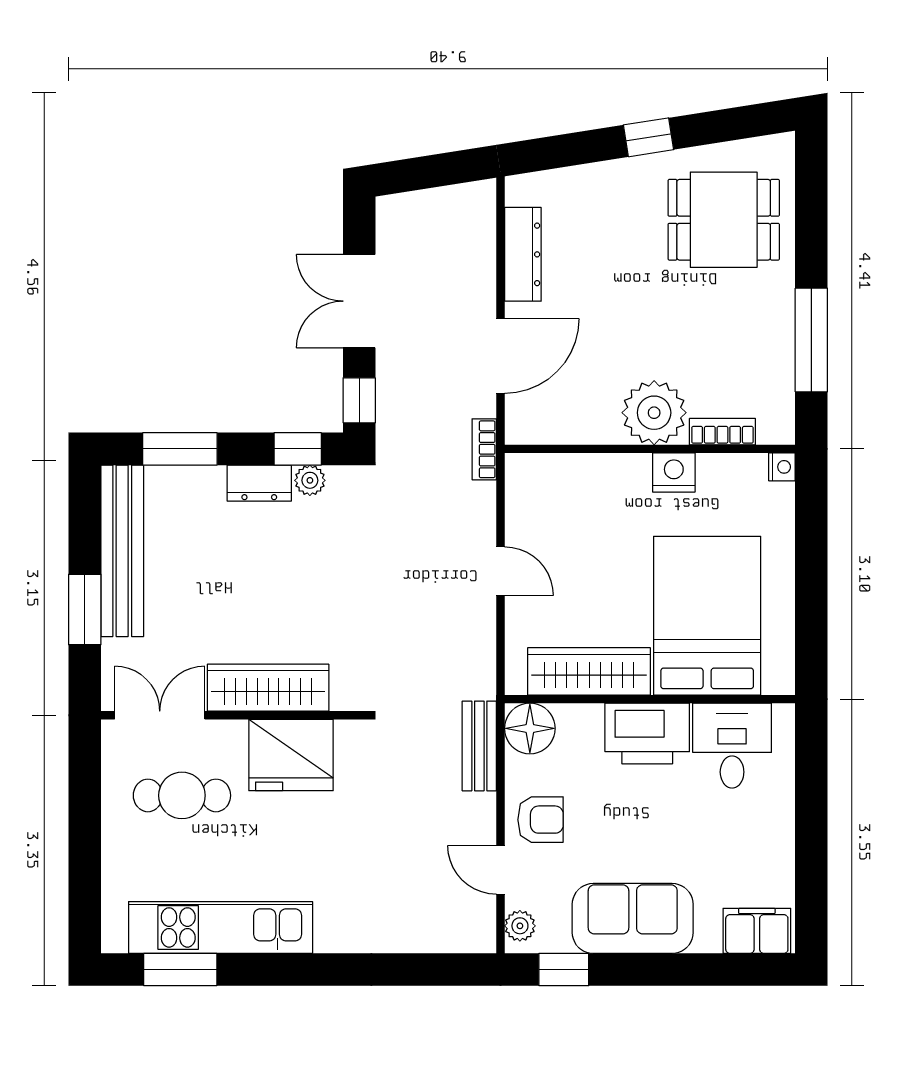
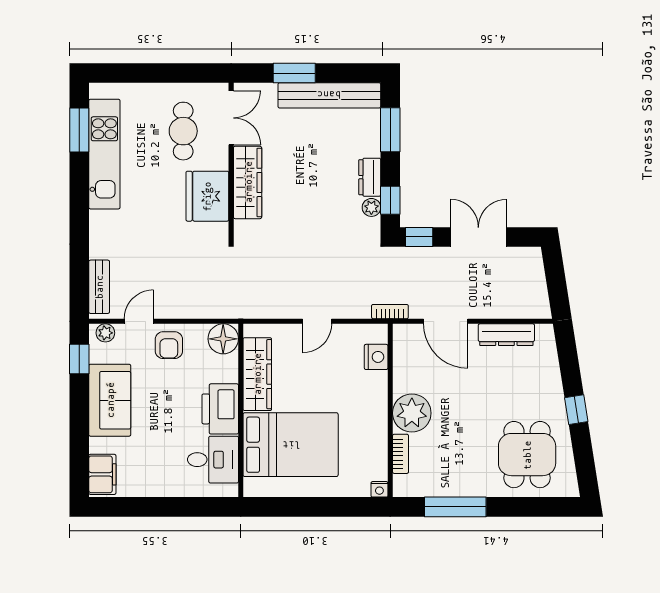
nightstand: (674, 472) -> (376, 357), moved
bench: (479, 746) -> (99, 287), moved, turned 90

